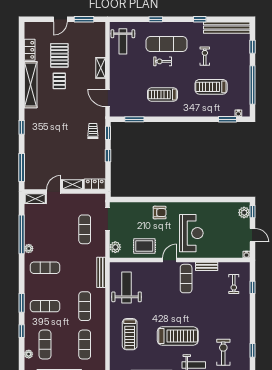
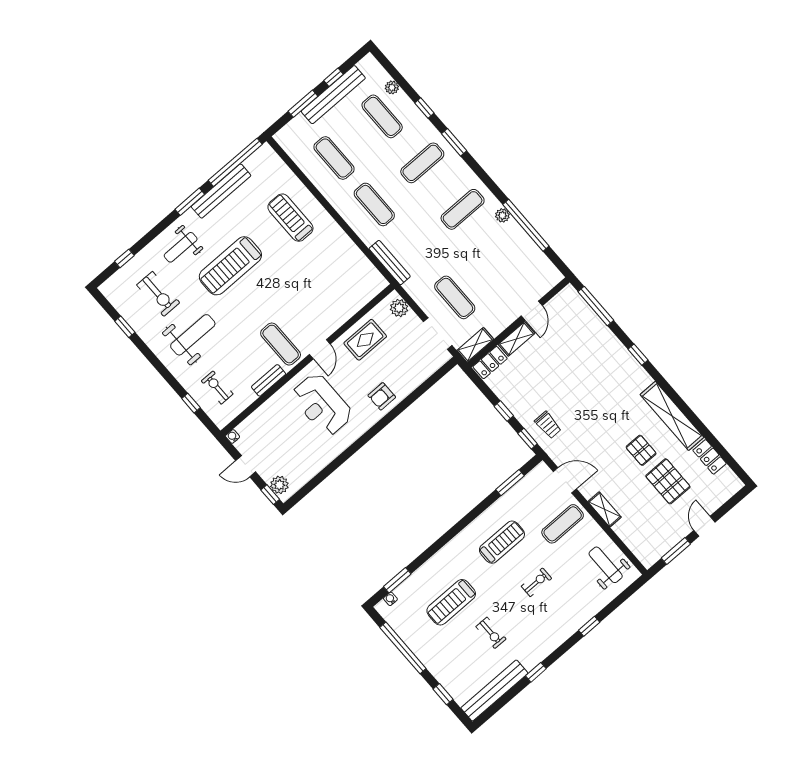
exercise mat: (166, 44) -> (563, 524), moved, width x0.73, depth x0.69
treadmill: (211, 87) -> (451, 602), turned 180
shelving: (35, 199) -> (475, 345), moved
weight bench: (127, 287) -> (193, 335), moved, turned -90

